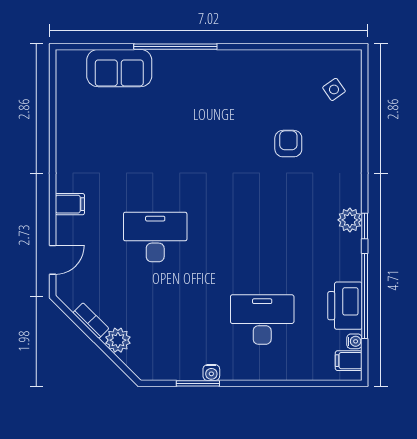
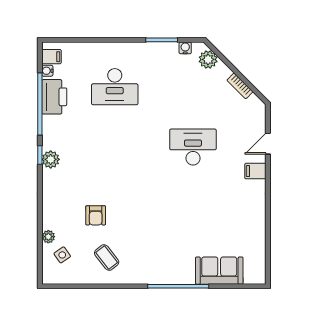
coffee table: (273, 86) -> (107, 258), added
plant: (353, 114) -> (48, 237), added
desk: (155, 237) -> (193, 147), turned 180
door: (53, 260) -> (268, 144), moved
plant: (118, 340) -> (208, 59), moved
water cooler: (211, 373) -> (185, 48), moved

